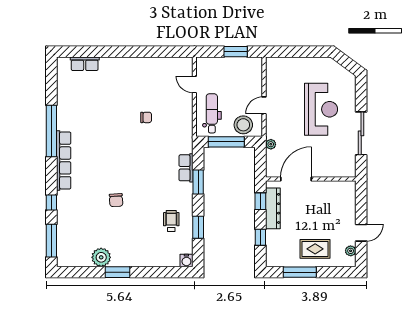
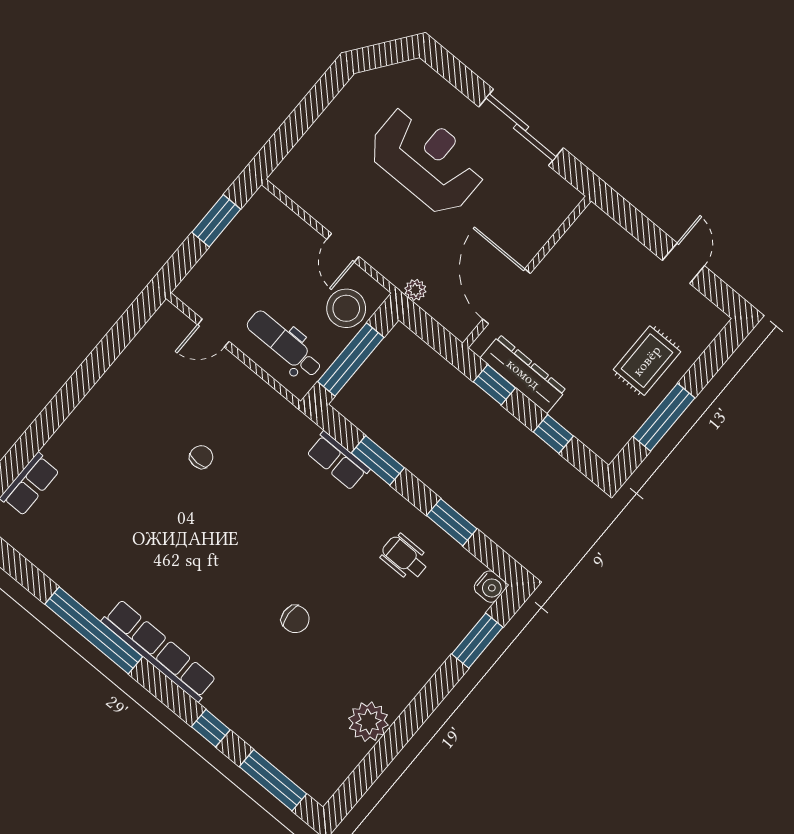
plant: (351, 251) -> (699, 305), removed
window: (118, 272) -> (477, 641), moved

